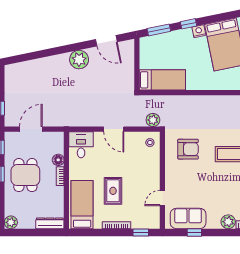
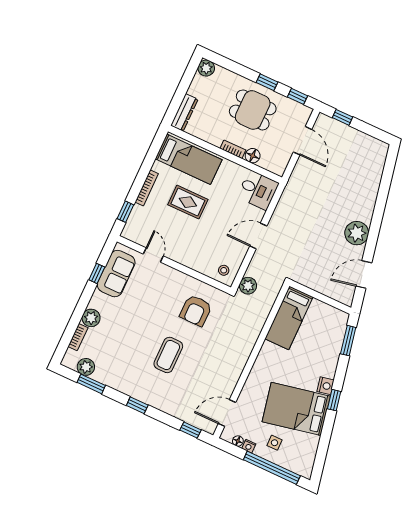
window: (189, 24) -> (334, 400), moved

